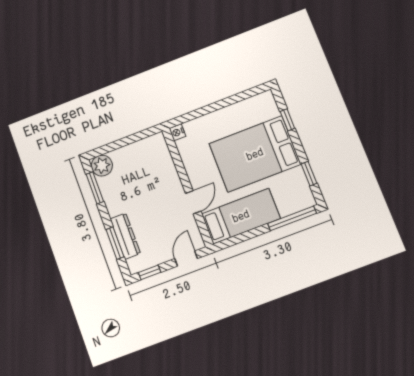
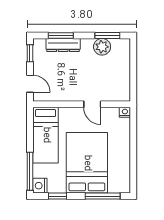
window: (287, 120) -> (103, 196), width x2.17
plant: (102, 166) -> (102, 47), moved
nightstand: (305, 200) -> (40, 186), added
door: (193, 202) -> (92, 104), moved

